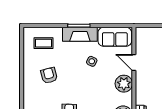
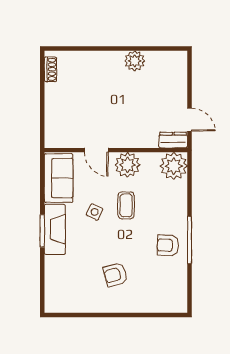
coffee table: (44, 43) -> (126, 205), moved
door: (134, 62) -> (96, 150), hinge flipped

